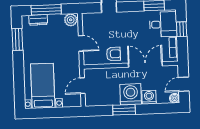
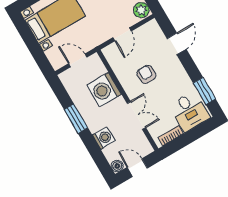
window: (182, 29) -> (195, 134), removed
armchair: (113, 54) -> (146, 74), moved, turned 180
double door: (145, 65) -> (136, 115), width x0.73
washing machine: (131, 94) -> (104, 90), moved, turned 180

